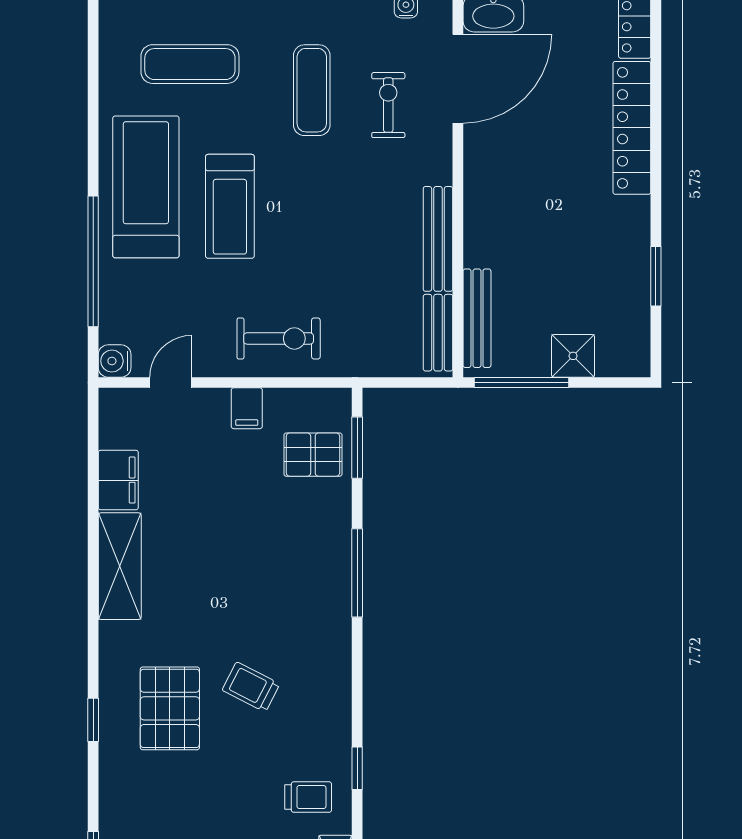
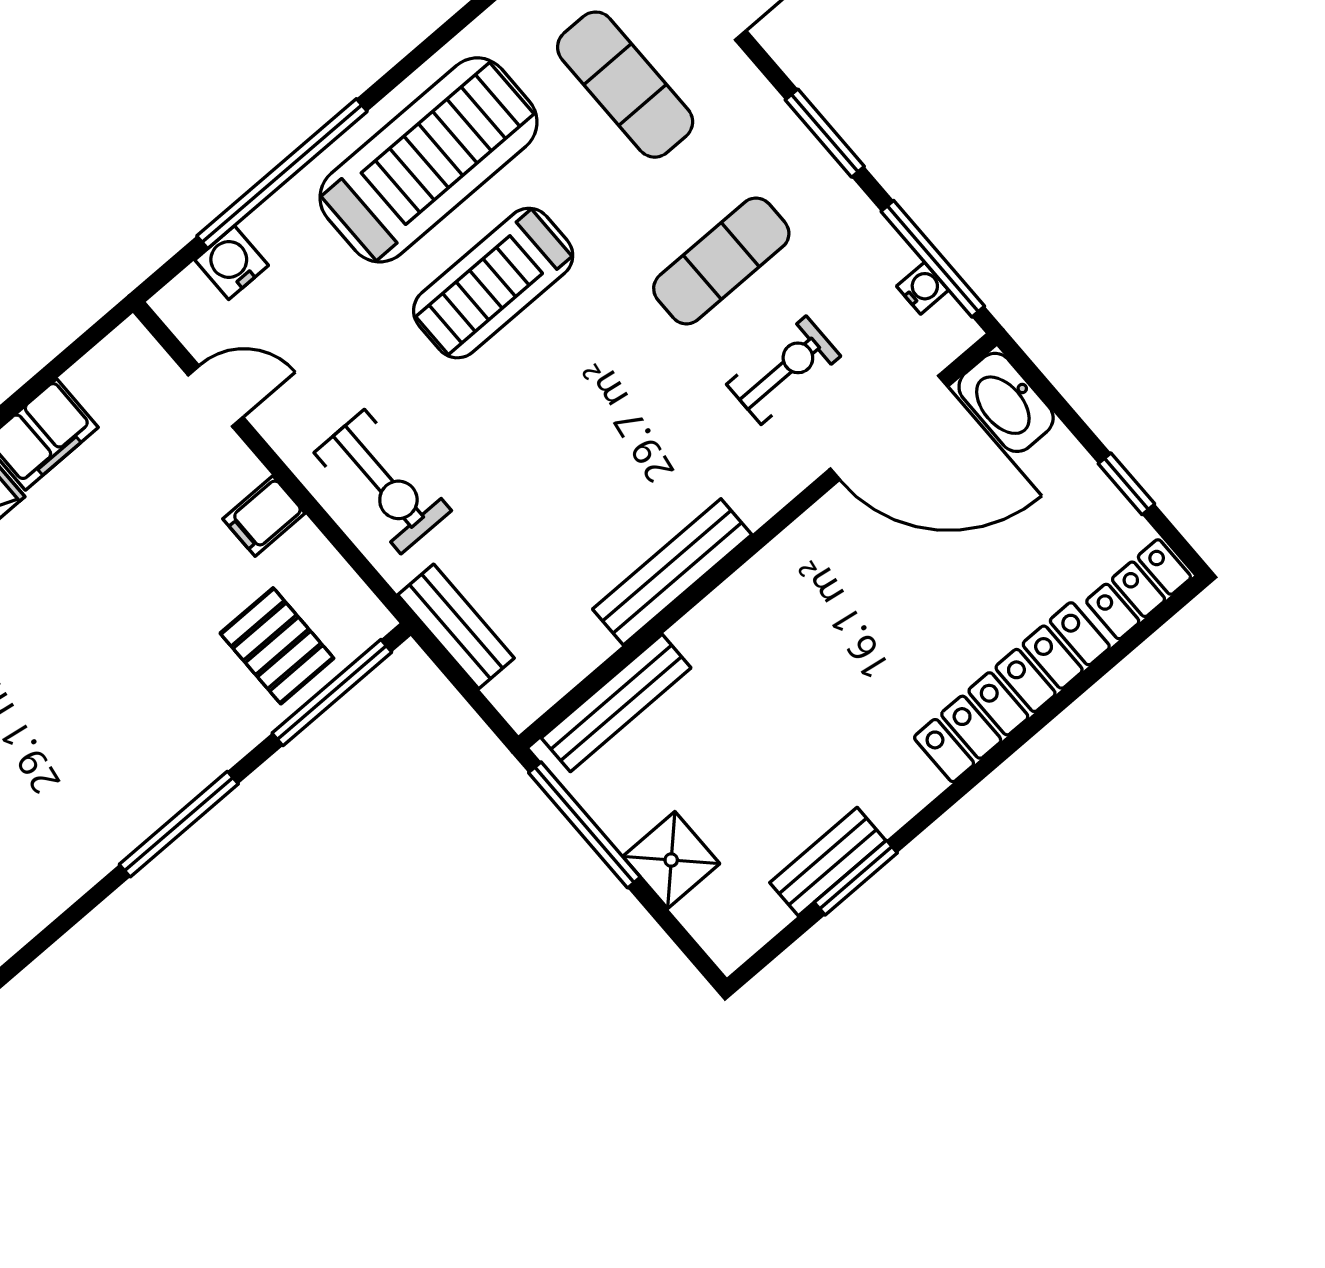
bench: (637, 283) -> (828, 862), added
bench: (438, 333) -> (456, 626), moved, turned 90
water cooler: (115, 361) -> (232, 263), moved
window: (357, 448) -> (332, 693), width x1.44

